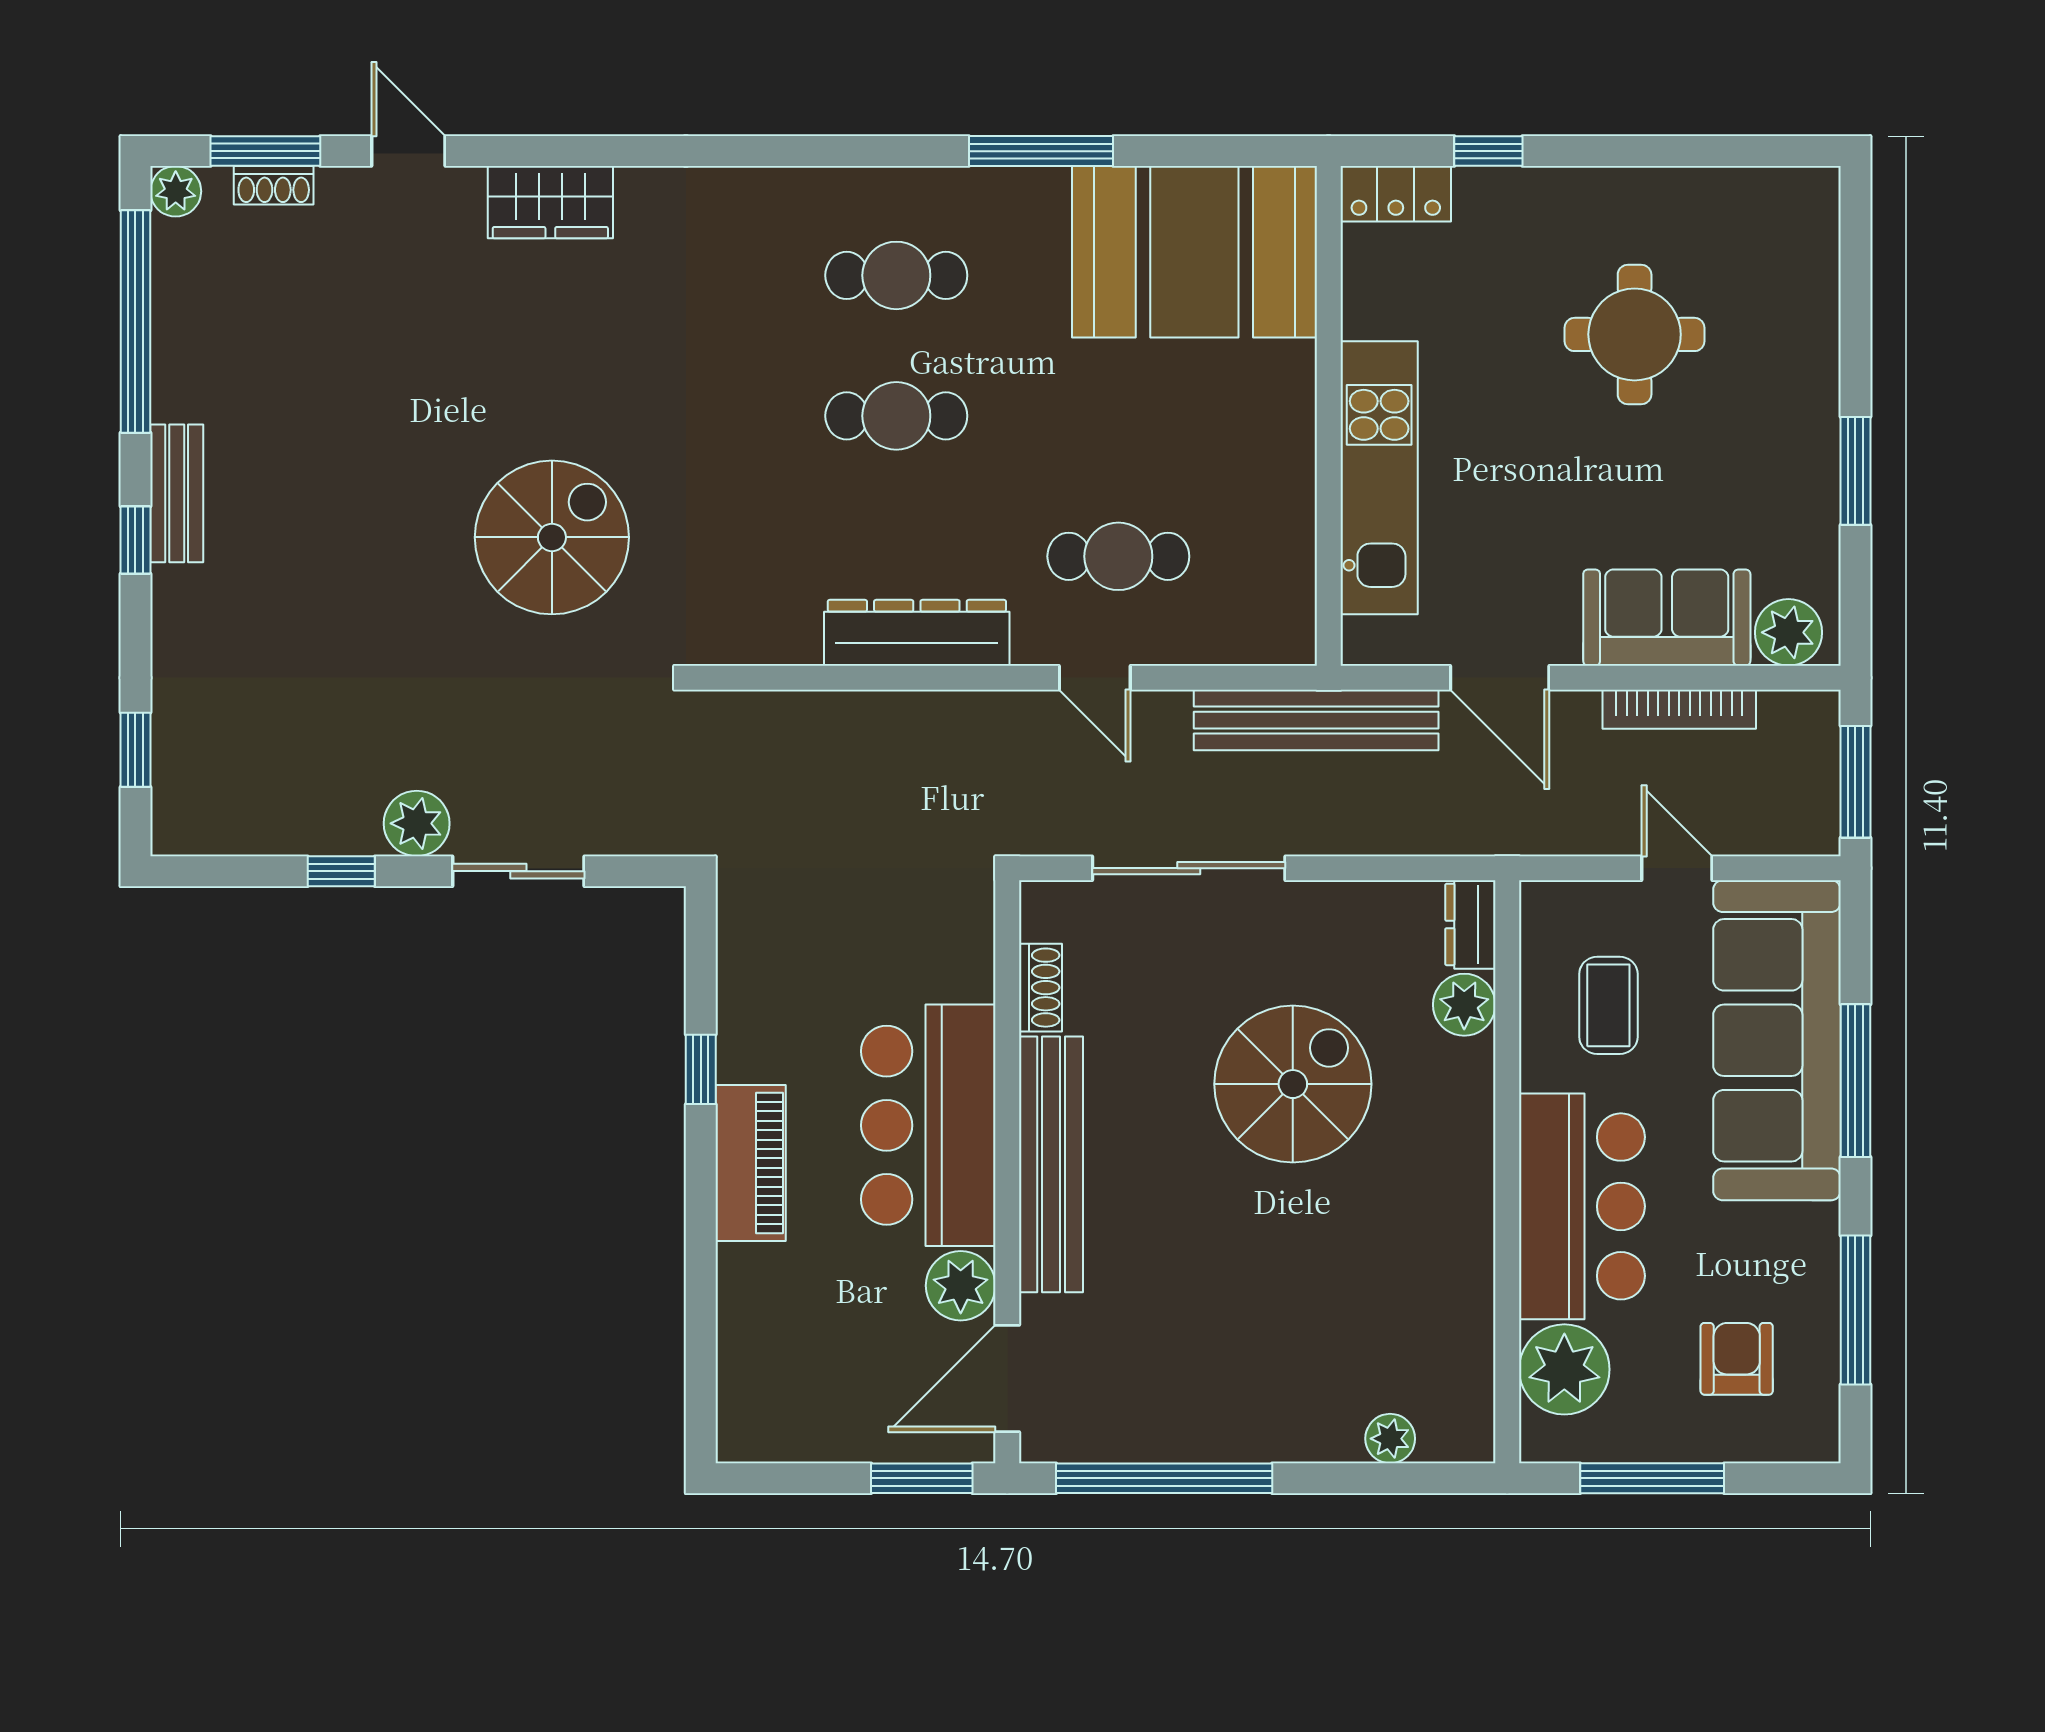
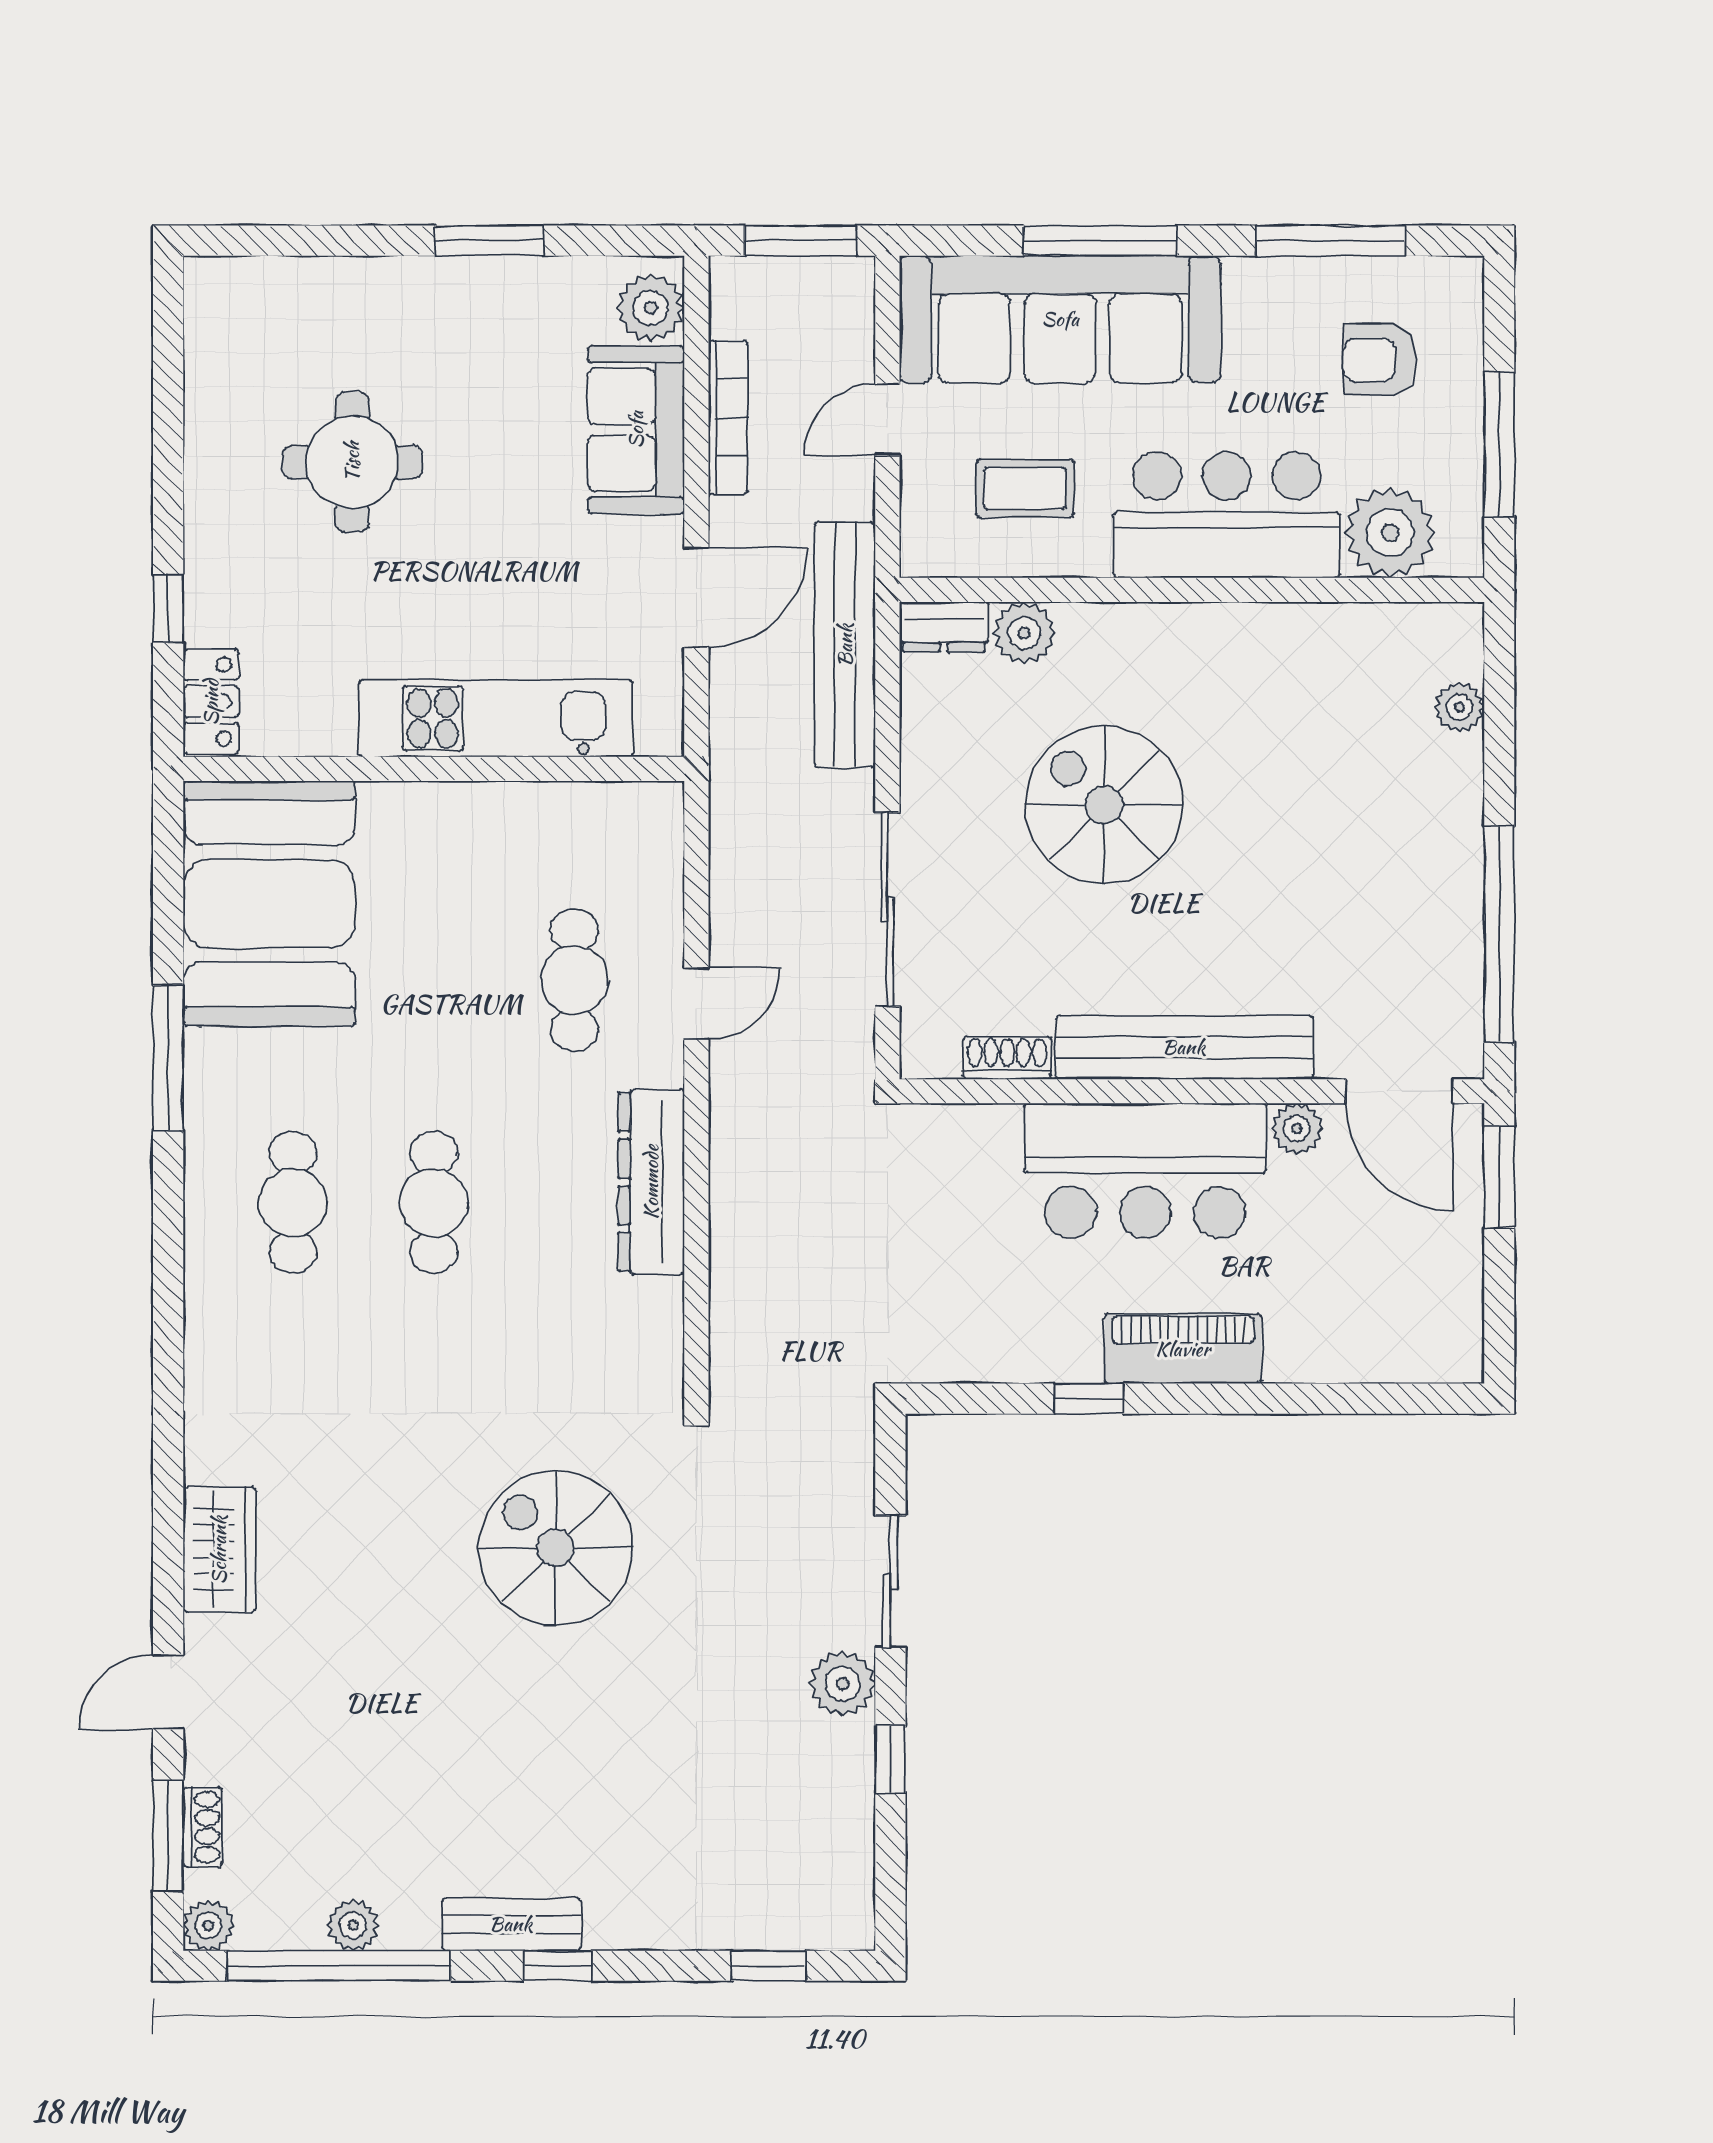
plant: (176, 335) -> (353, 1925), added
bench: (1316, 720) -> (845, 645), moved
plant: (961, 1286) -> (1297, 1129), width x0.73, depth x0.73

